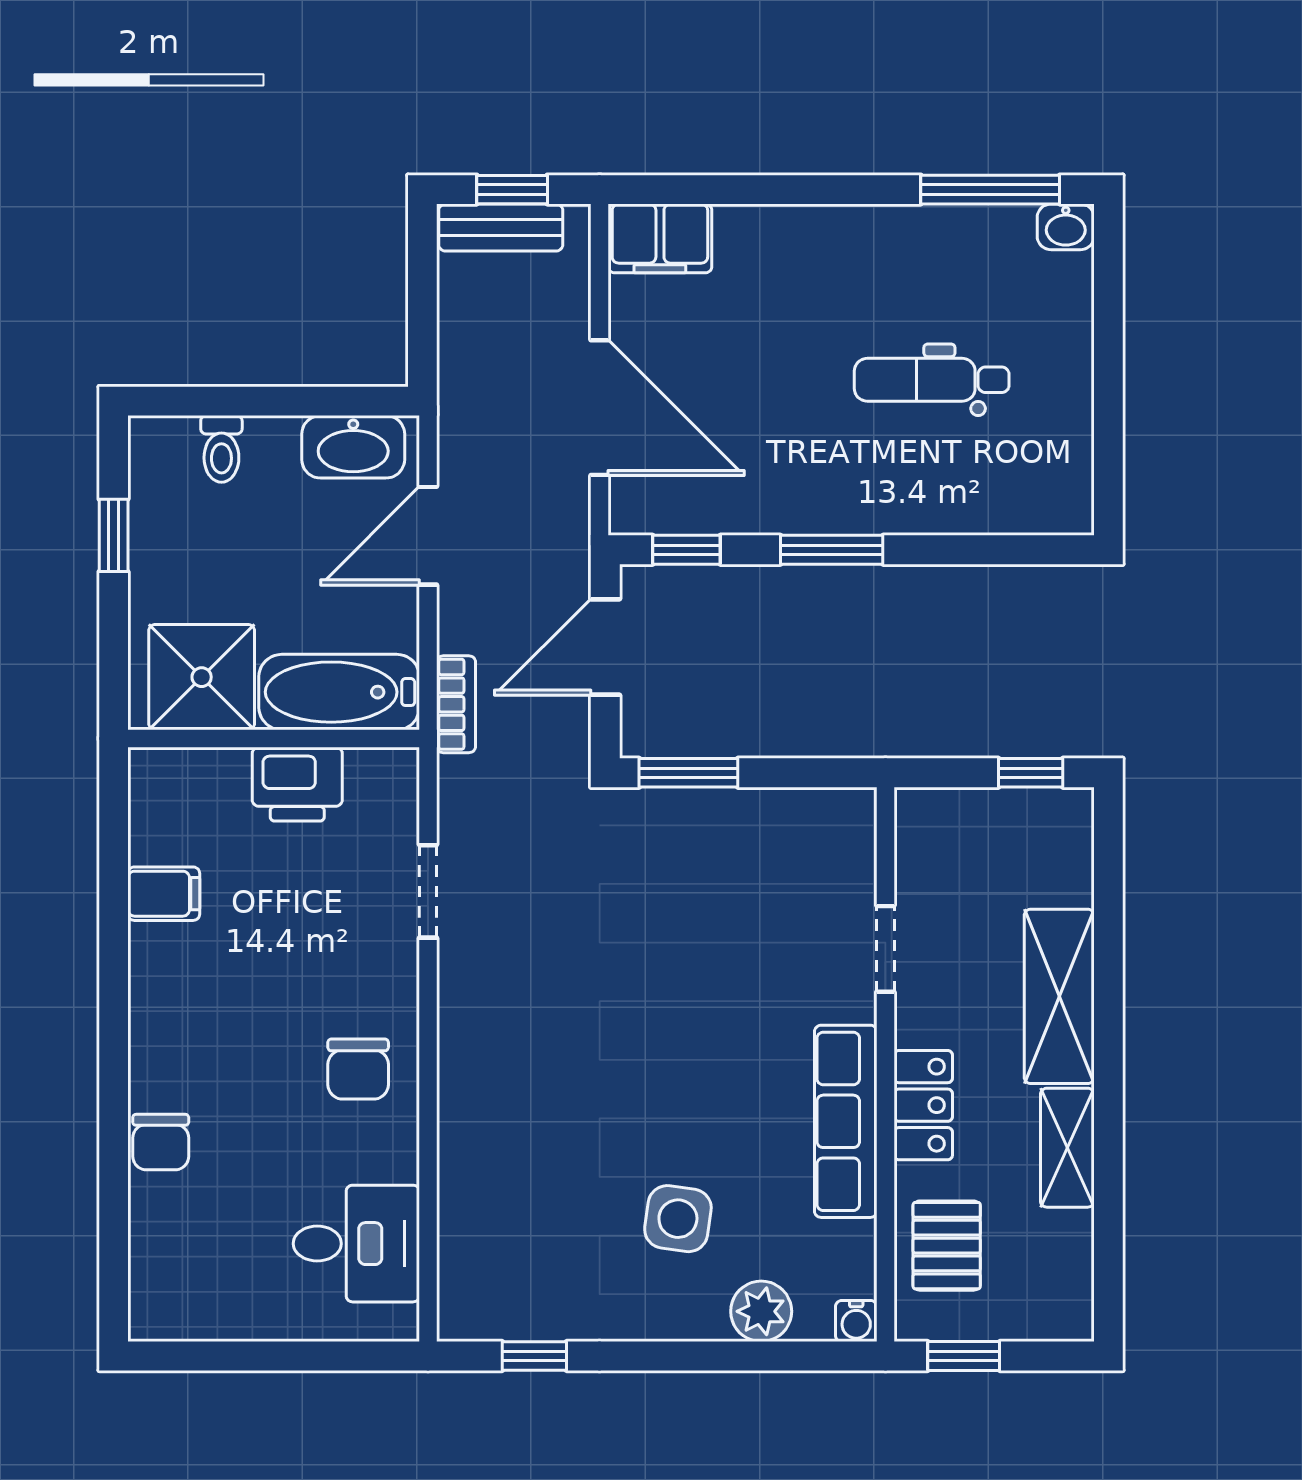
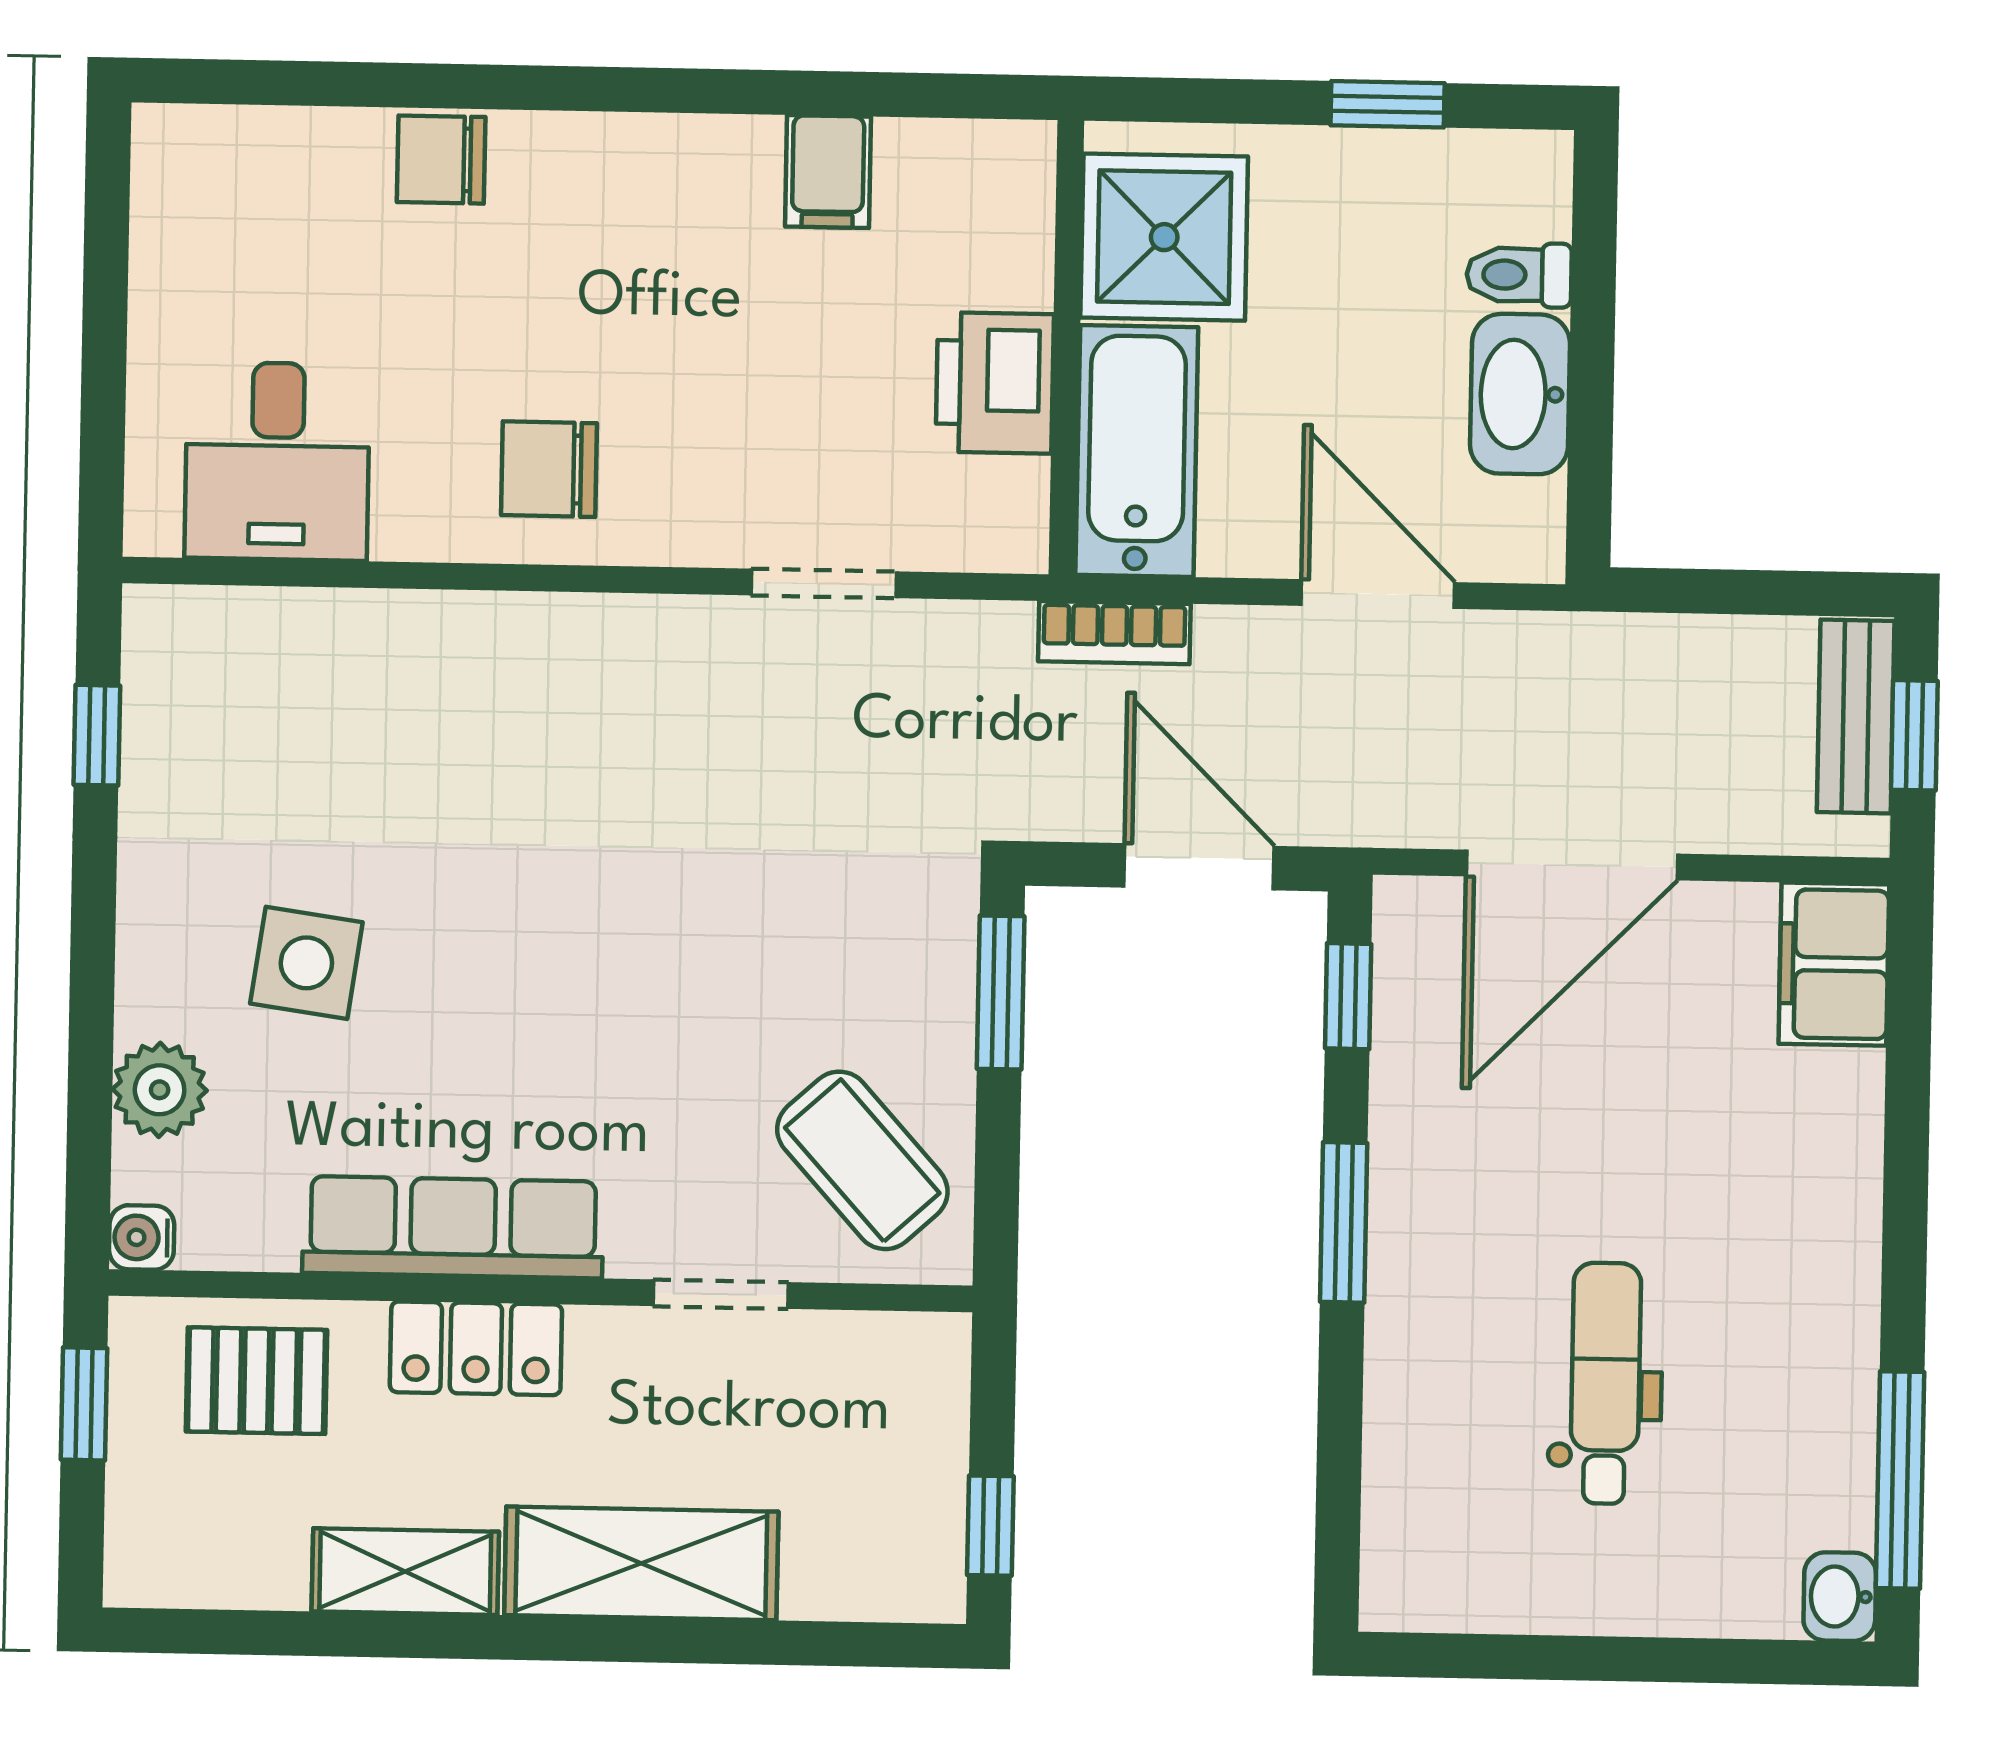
washbasin: (353, 447) -> (1520, 394), moved
coffee table: (798, 859) -> (862, 1160), added

